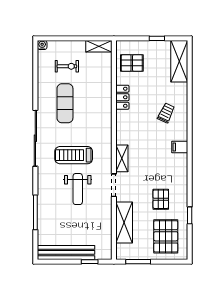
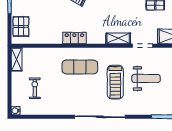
pallet: (132, 63) -> (21, 27), moved
locker: (122, 97) -> (74, 38), moved
exercise mat: (65, 103) -> (80, 67), moved

